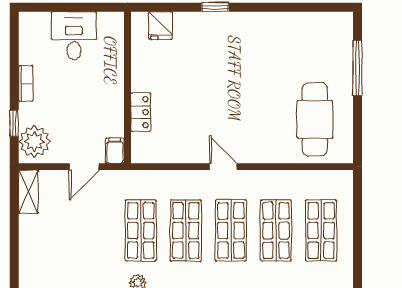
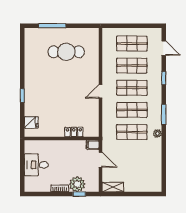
cafe table: (315, 119) -> (66, 52), moved
plant: (35, 141) -> (77, 184), moved

